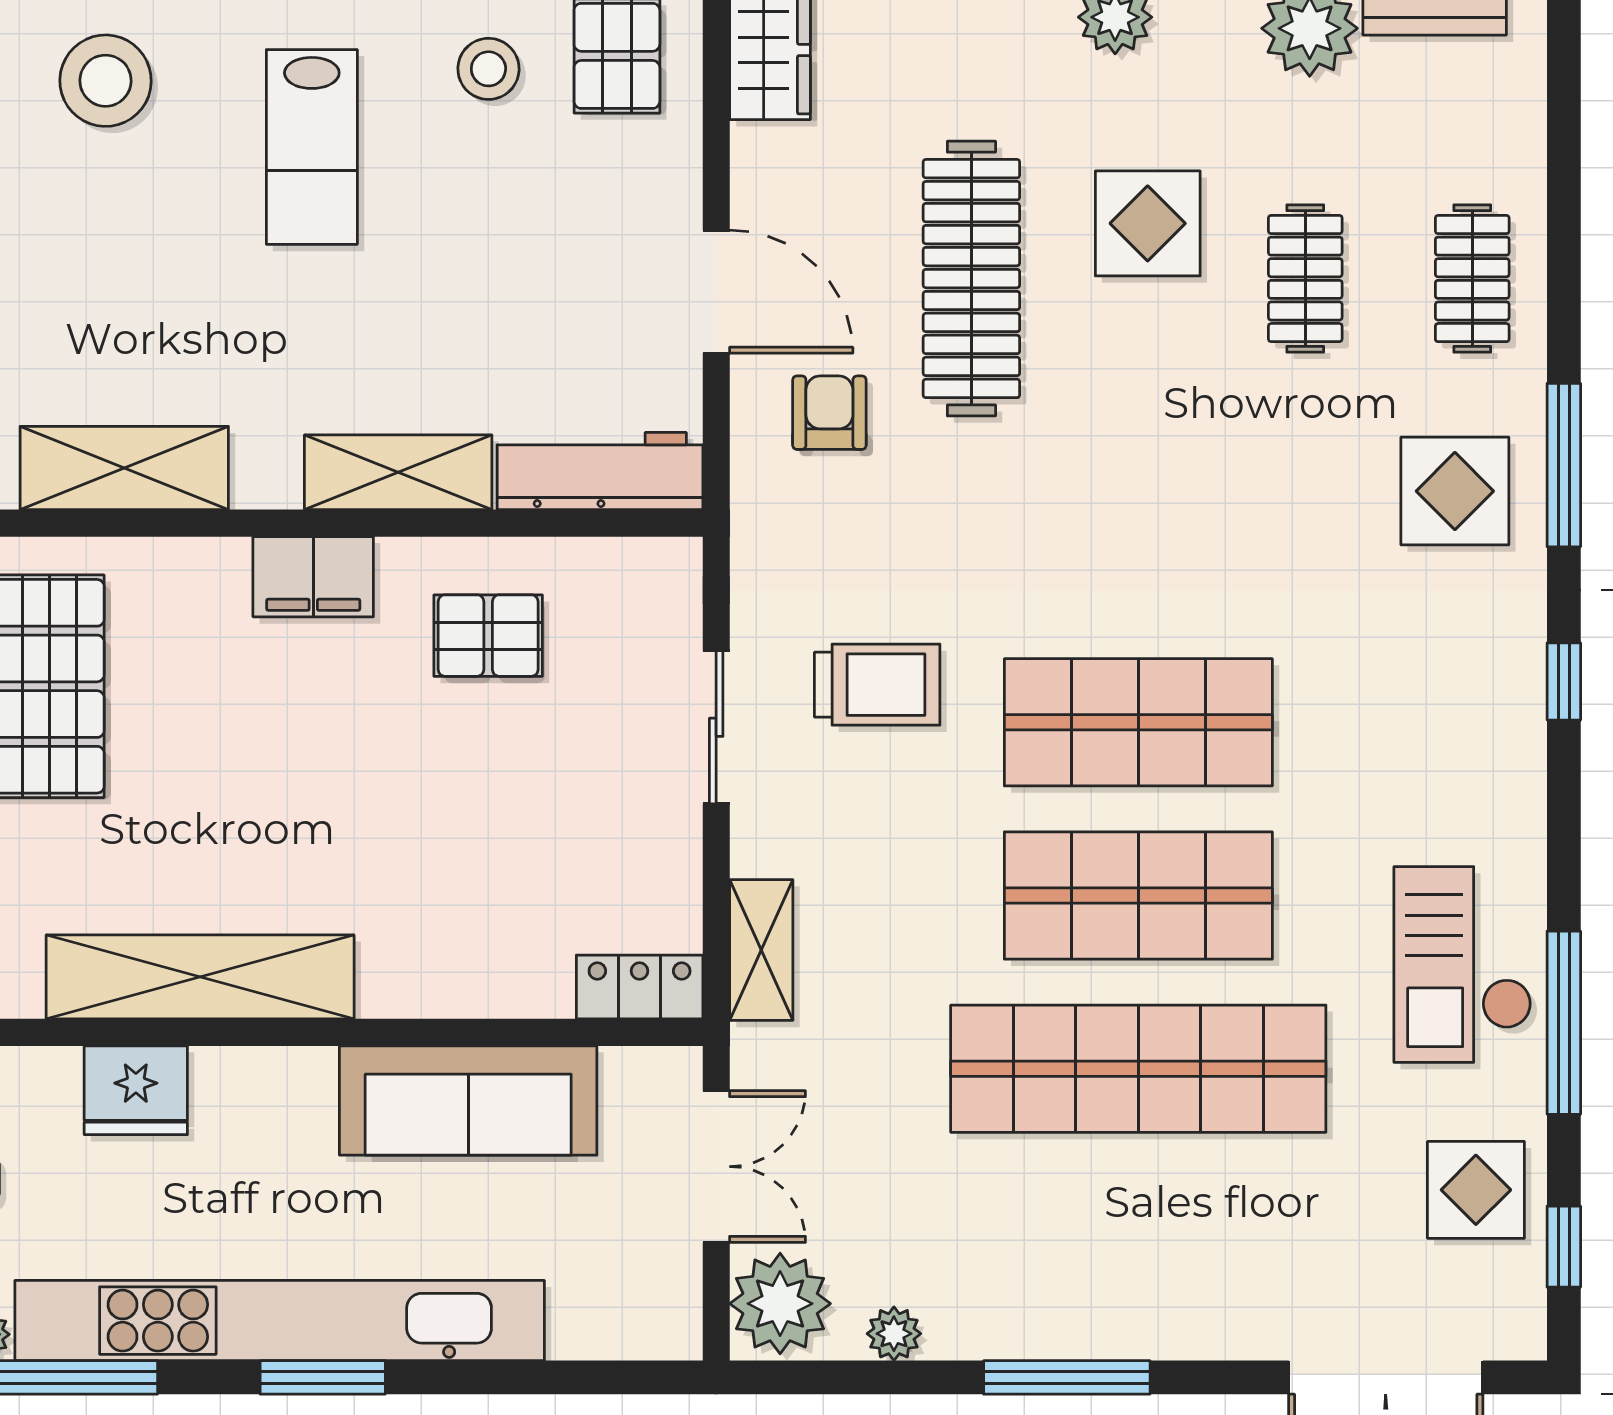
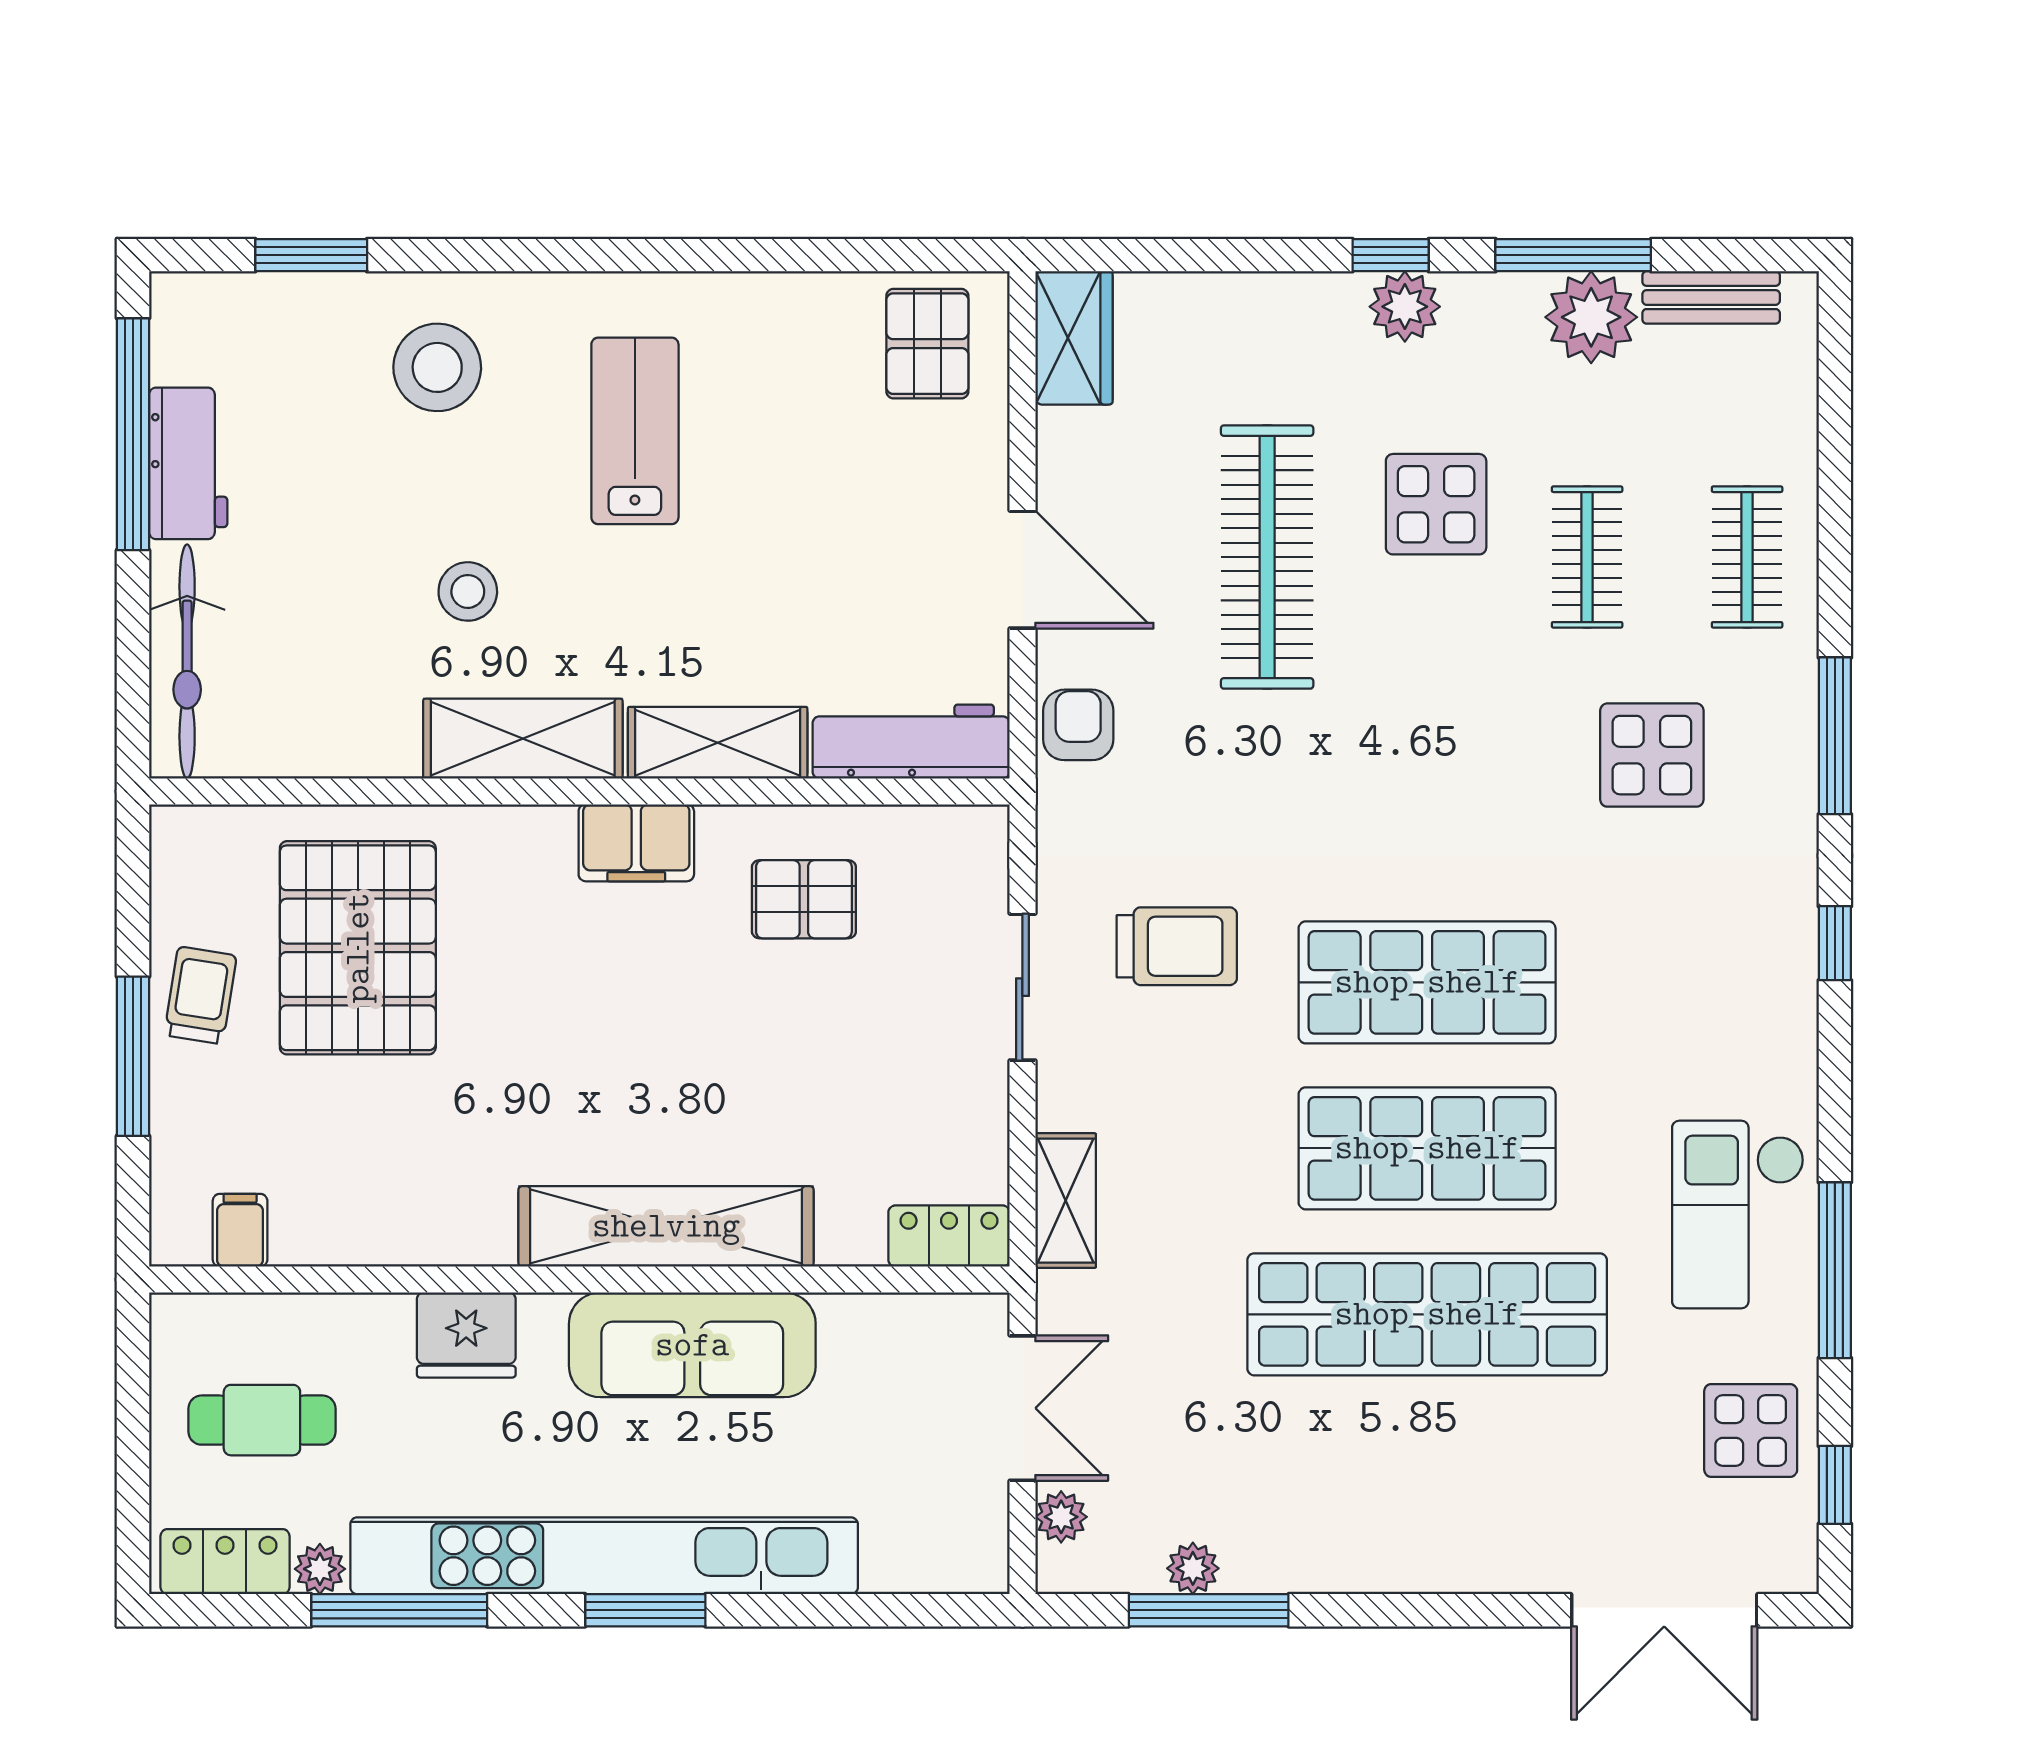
stool: (488, 69) -> (468, 591), moved
lab bench: (312, 147) -> (635, 431), turned 180
armchair: (829, 413) -> (1078, 725), moved
shelving: (124, 468) -> (523, 739), moved
display table: (1455, 491) -> (1652, 755), moved
shelving: (200, 977) -> (666, 1226), moved
sofa: (468, 1100) -> (692, 1345), moved
plant: (780, 1304) -> (1061, 1517), width x0.53, depth x0.53
window: (1067, 1377) -> (1209, 1610), moved

